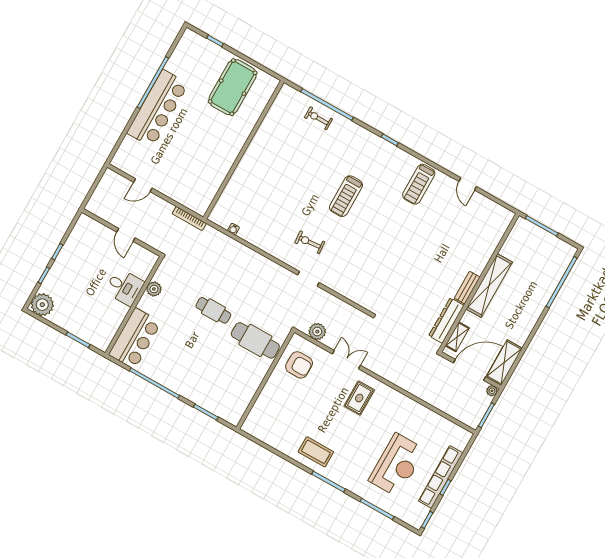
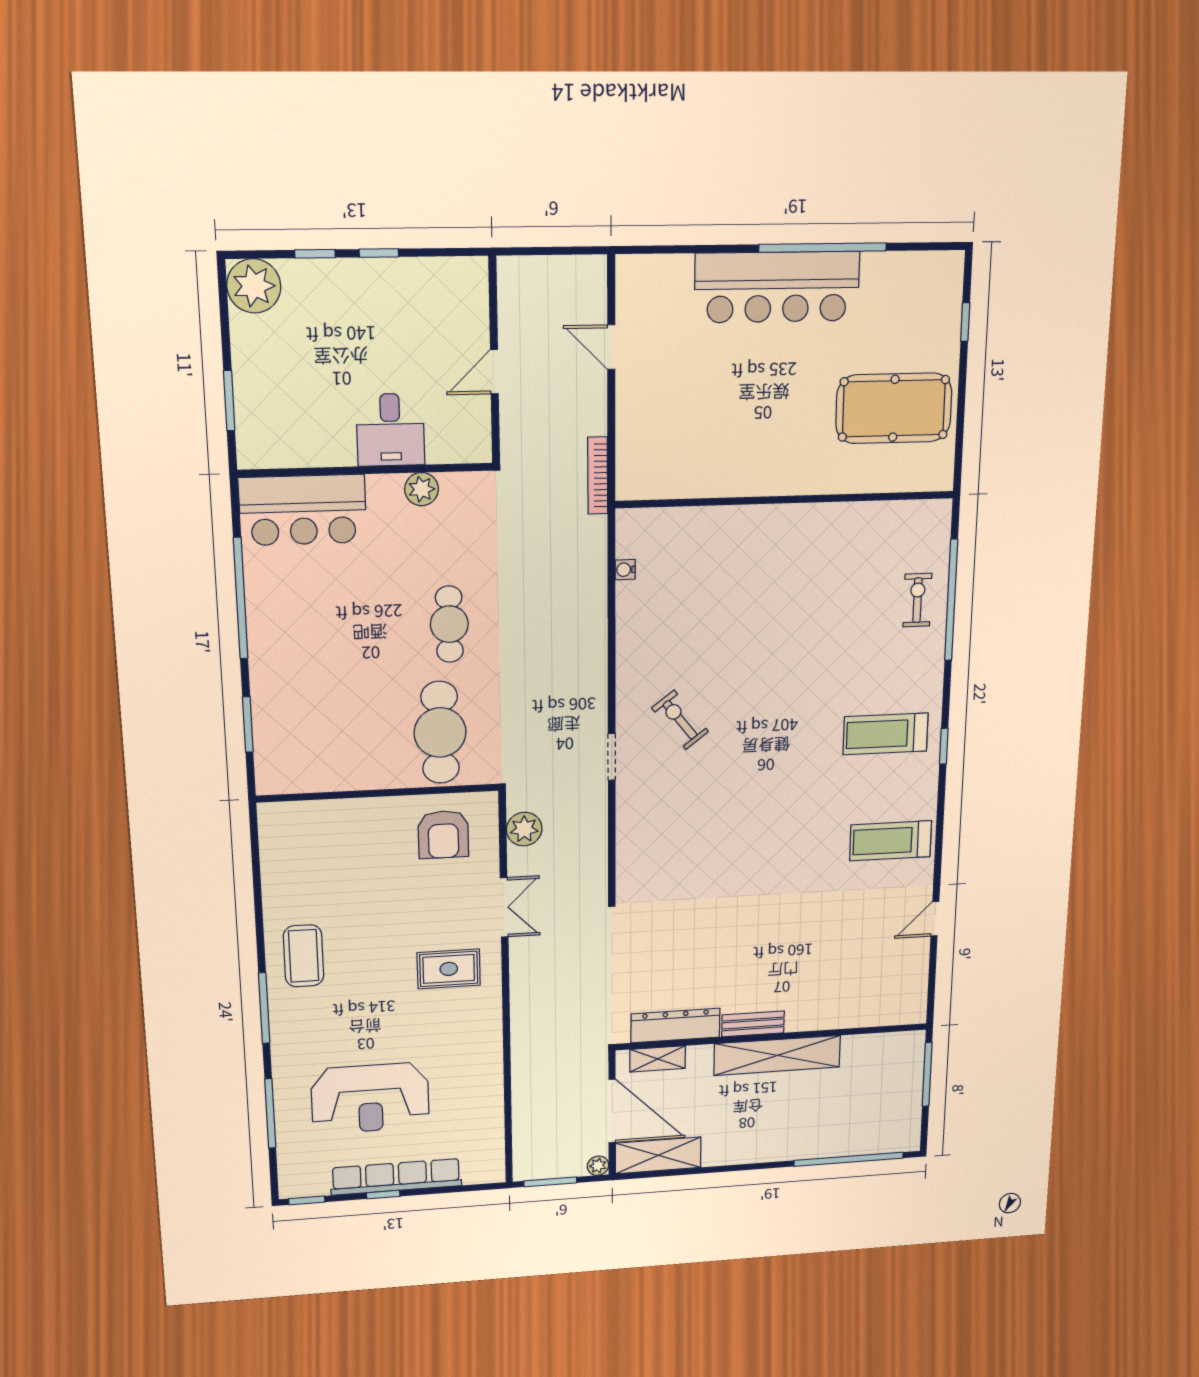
treadmill: (346, 196) -> (886, 734), moved
exercise bike: (310, 242) -> (680, 720), turned -33

